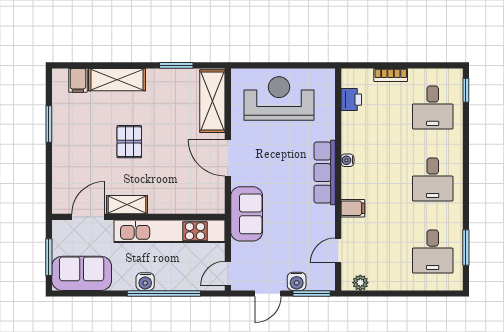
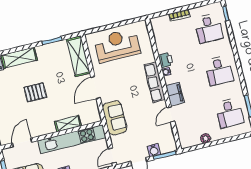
printer: (351, 100) -> (166, 60), moved
pallet: (129, 142) -> (35, 92), turned 90
door: (228, 158) -> (96, 88), hinge flipped
shelving: (127, 205) -> (68, 124), moved
filing cabinet: (353, 208) -> (175, 94), width x2.00
door: (338, 251) -> (171, 114), moved
plant: (360, 283) -> (206, 138), moved

